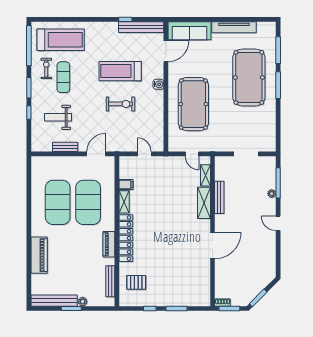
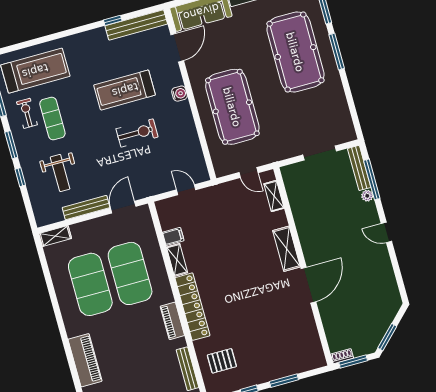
weight bench: (58, 117) -> (60, 173), turned -90
bench: (65, 147) -> (86, 207), width x1.36
shelving: (42, 161) -> (55, 236), added
bench: (219, 197) -> (359, 168), moved
shelving: (204, 203) -> (286, 249), moved

